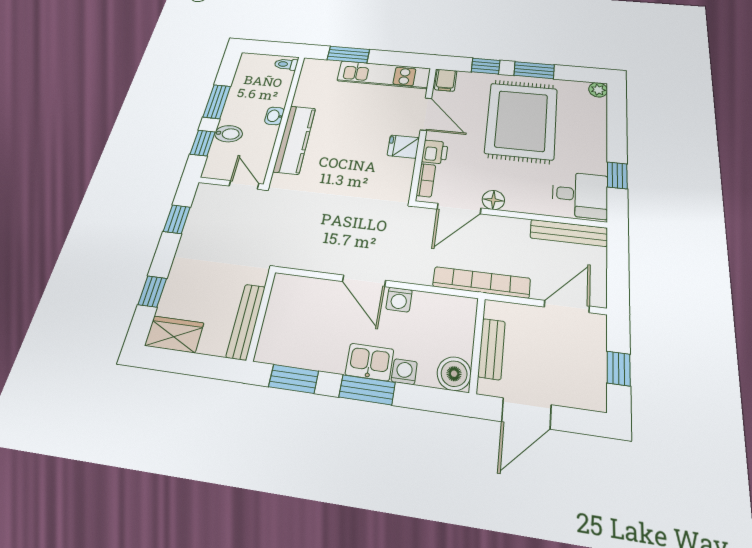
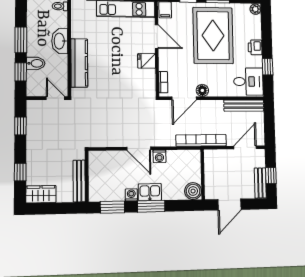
washbasin: (274, 116) -> (60, 41), width x1.91, depth x1.45
printer: (435, 152) -> (255, 47), moved, turned 180
bench: (492, 349) -> (260, 183), moved
washing machine: (404, 372) -> (131, 195), moved

